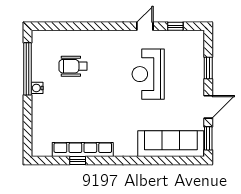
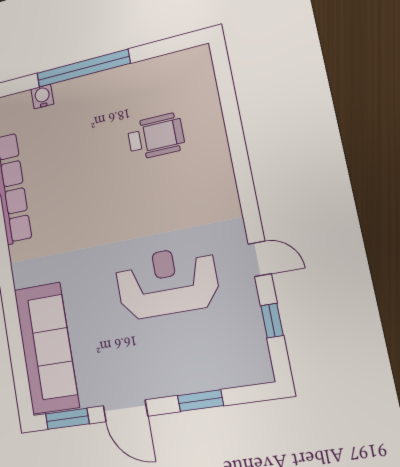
wheelchair: (73, 66) -> (156, 136), turned 90
window: (28, 69) -> (83, 68), moved
water cooler: (37, 88) -> (42, 97), moved

